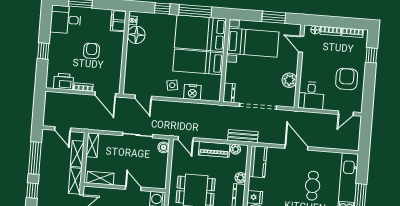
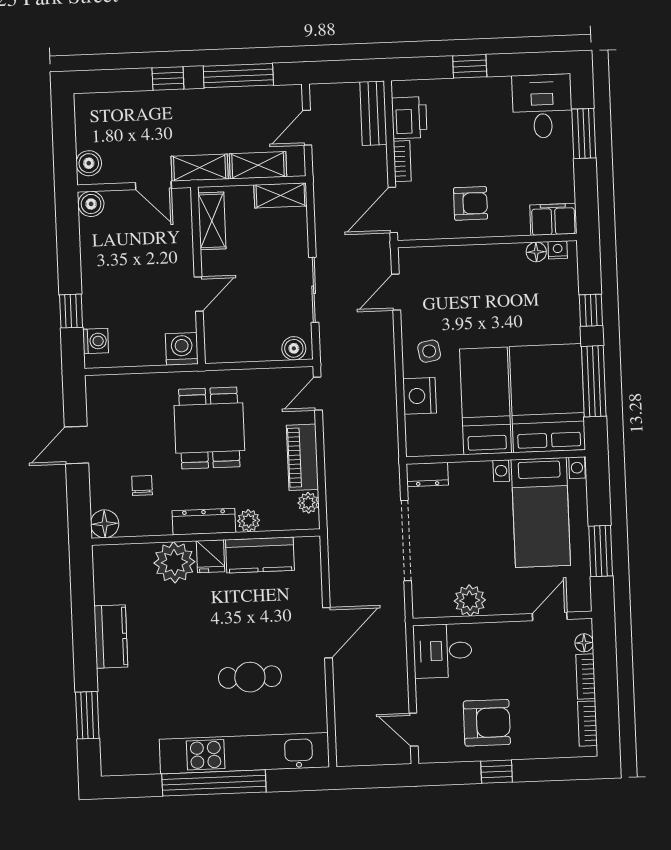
floor lamp: (136, 35) -> (536, 252), width x0.53, depth x0.53
armchair: (91, 51) -> (471, 203), moved
window: (371, 55) -> (497, 772), moved
bench: (243, 136) -> (373, 113), moved
kitchen counter: (258, 162) -> (260, 555), moved

